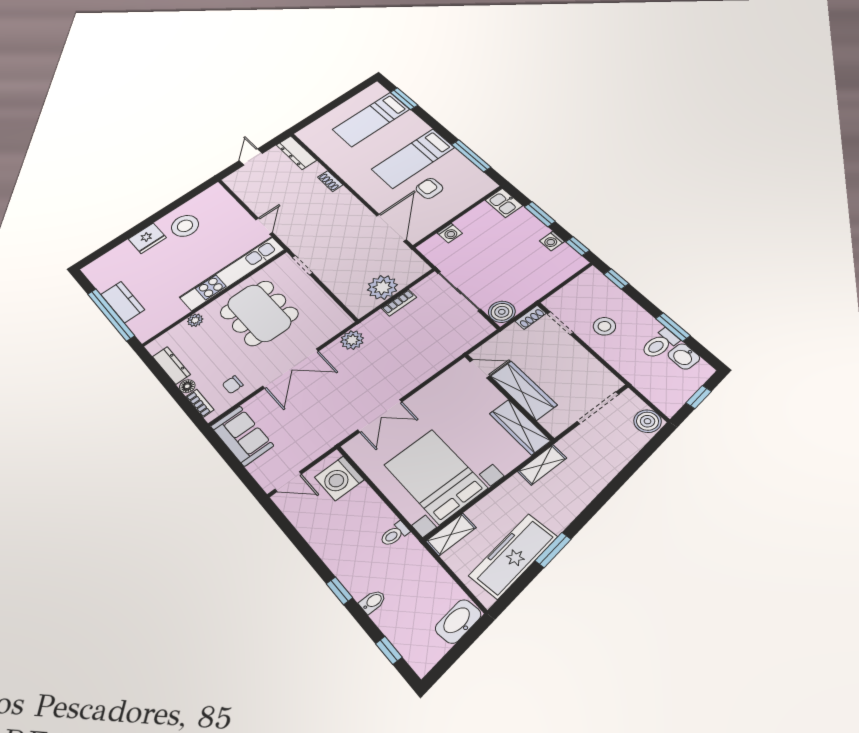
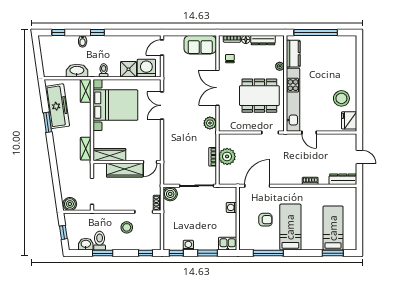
door: (391, 228) -> (257, 186), swing flipped
fridge: (147, 238) -> (349, 120), moved
kitchen counter: (123, 302) -> (293, 54), moved, turned -90
shower: (362, 501) -> (129, 69), added
washbasin: (458, 621) -> (77, 71), moved, turned -82

